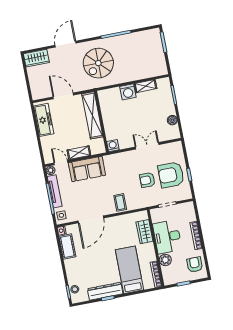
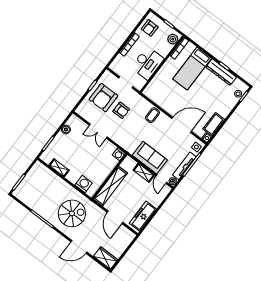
washing machine: (128, 92) -> (84, 184), moved
armchair: (171, 175) -> (103, 98), turned 90
wardrobe: (144, 232) -> (158, 81), removed
plant: (165, 260) -> (173, 39), moved

